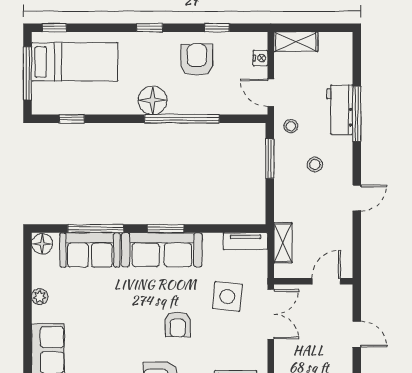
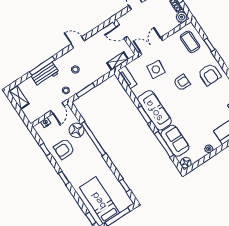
shelving: (296, 42) -> (19, 97), moved
floor lamp: (153, 100) -> (77, 130), moved

